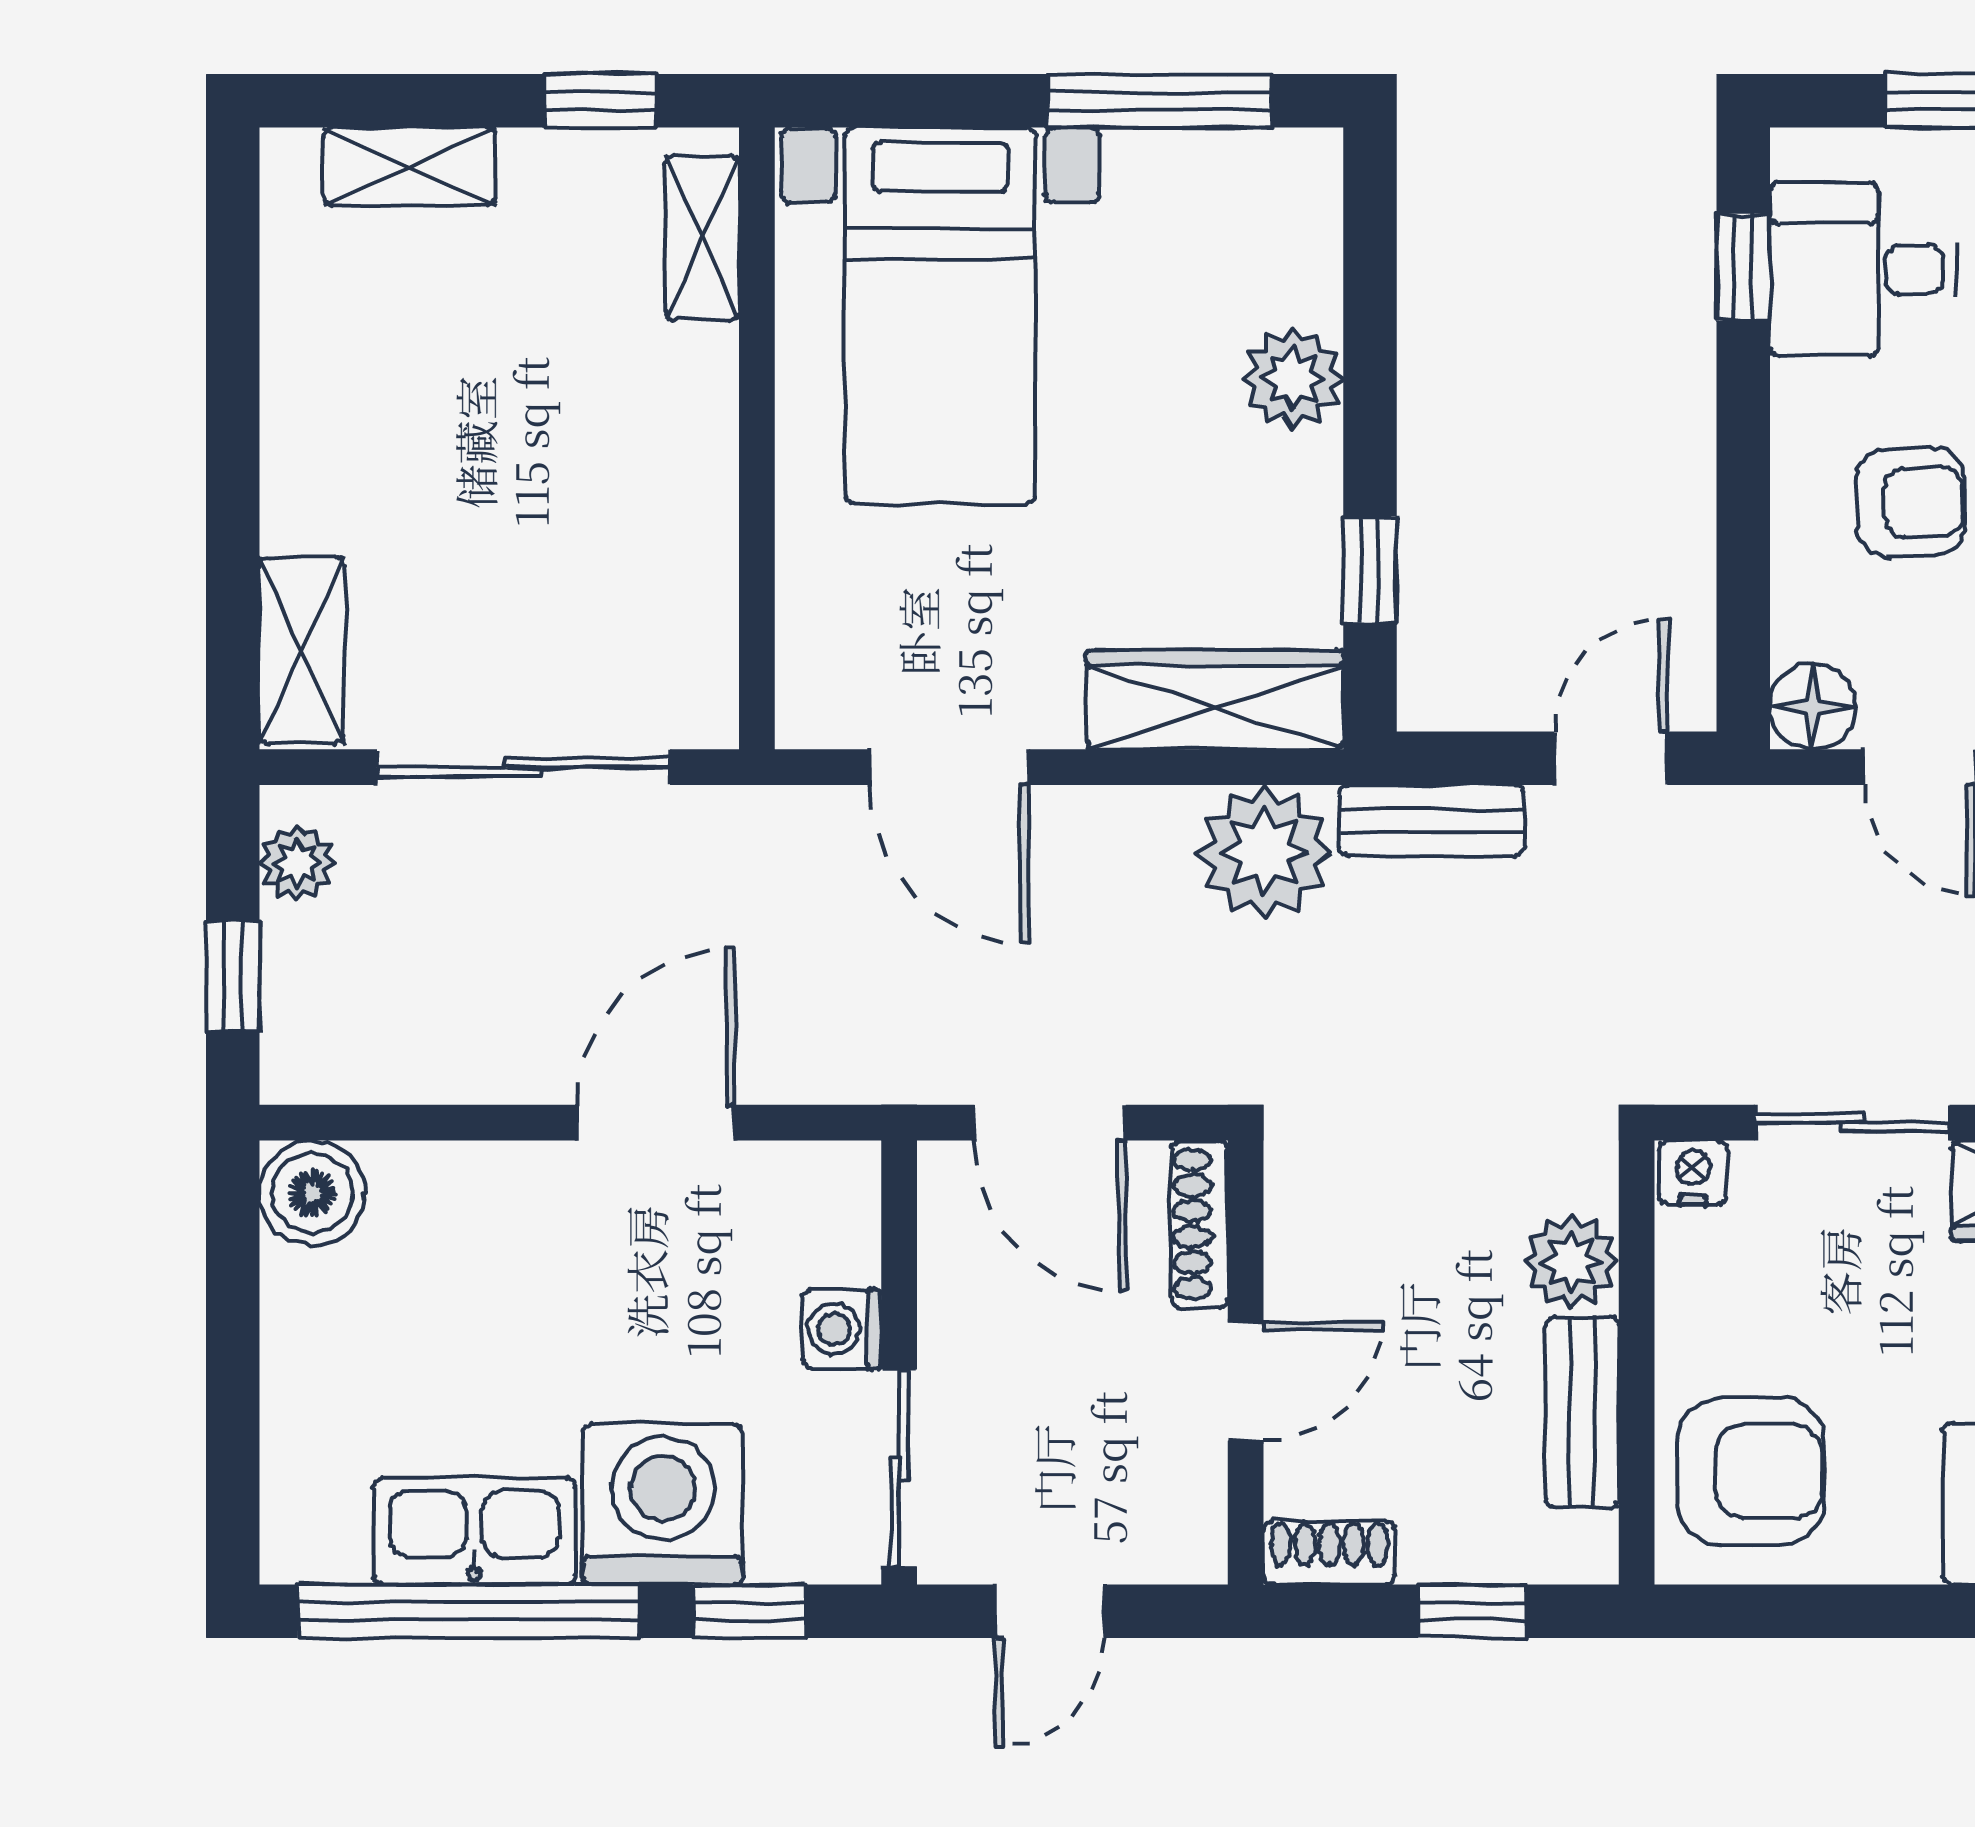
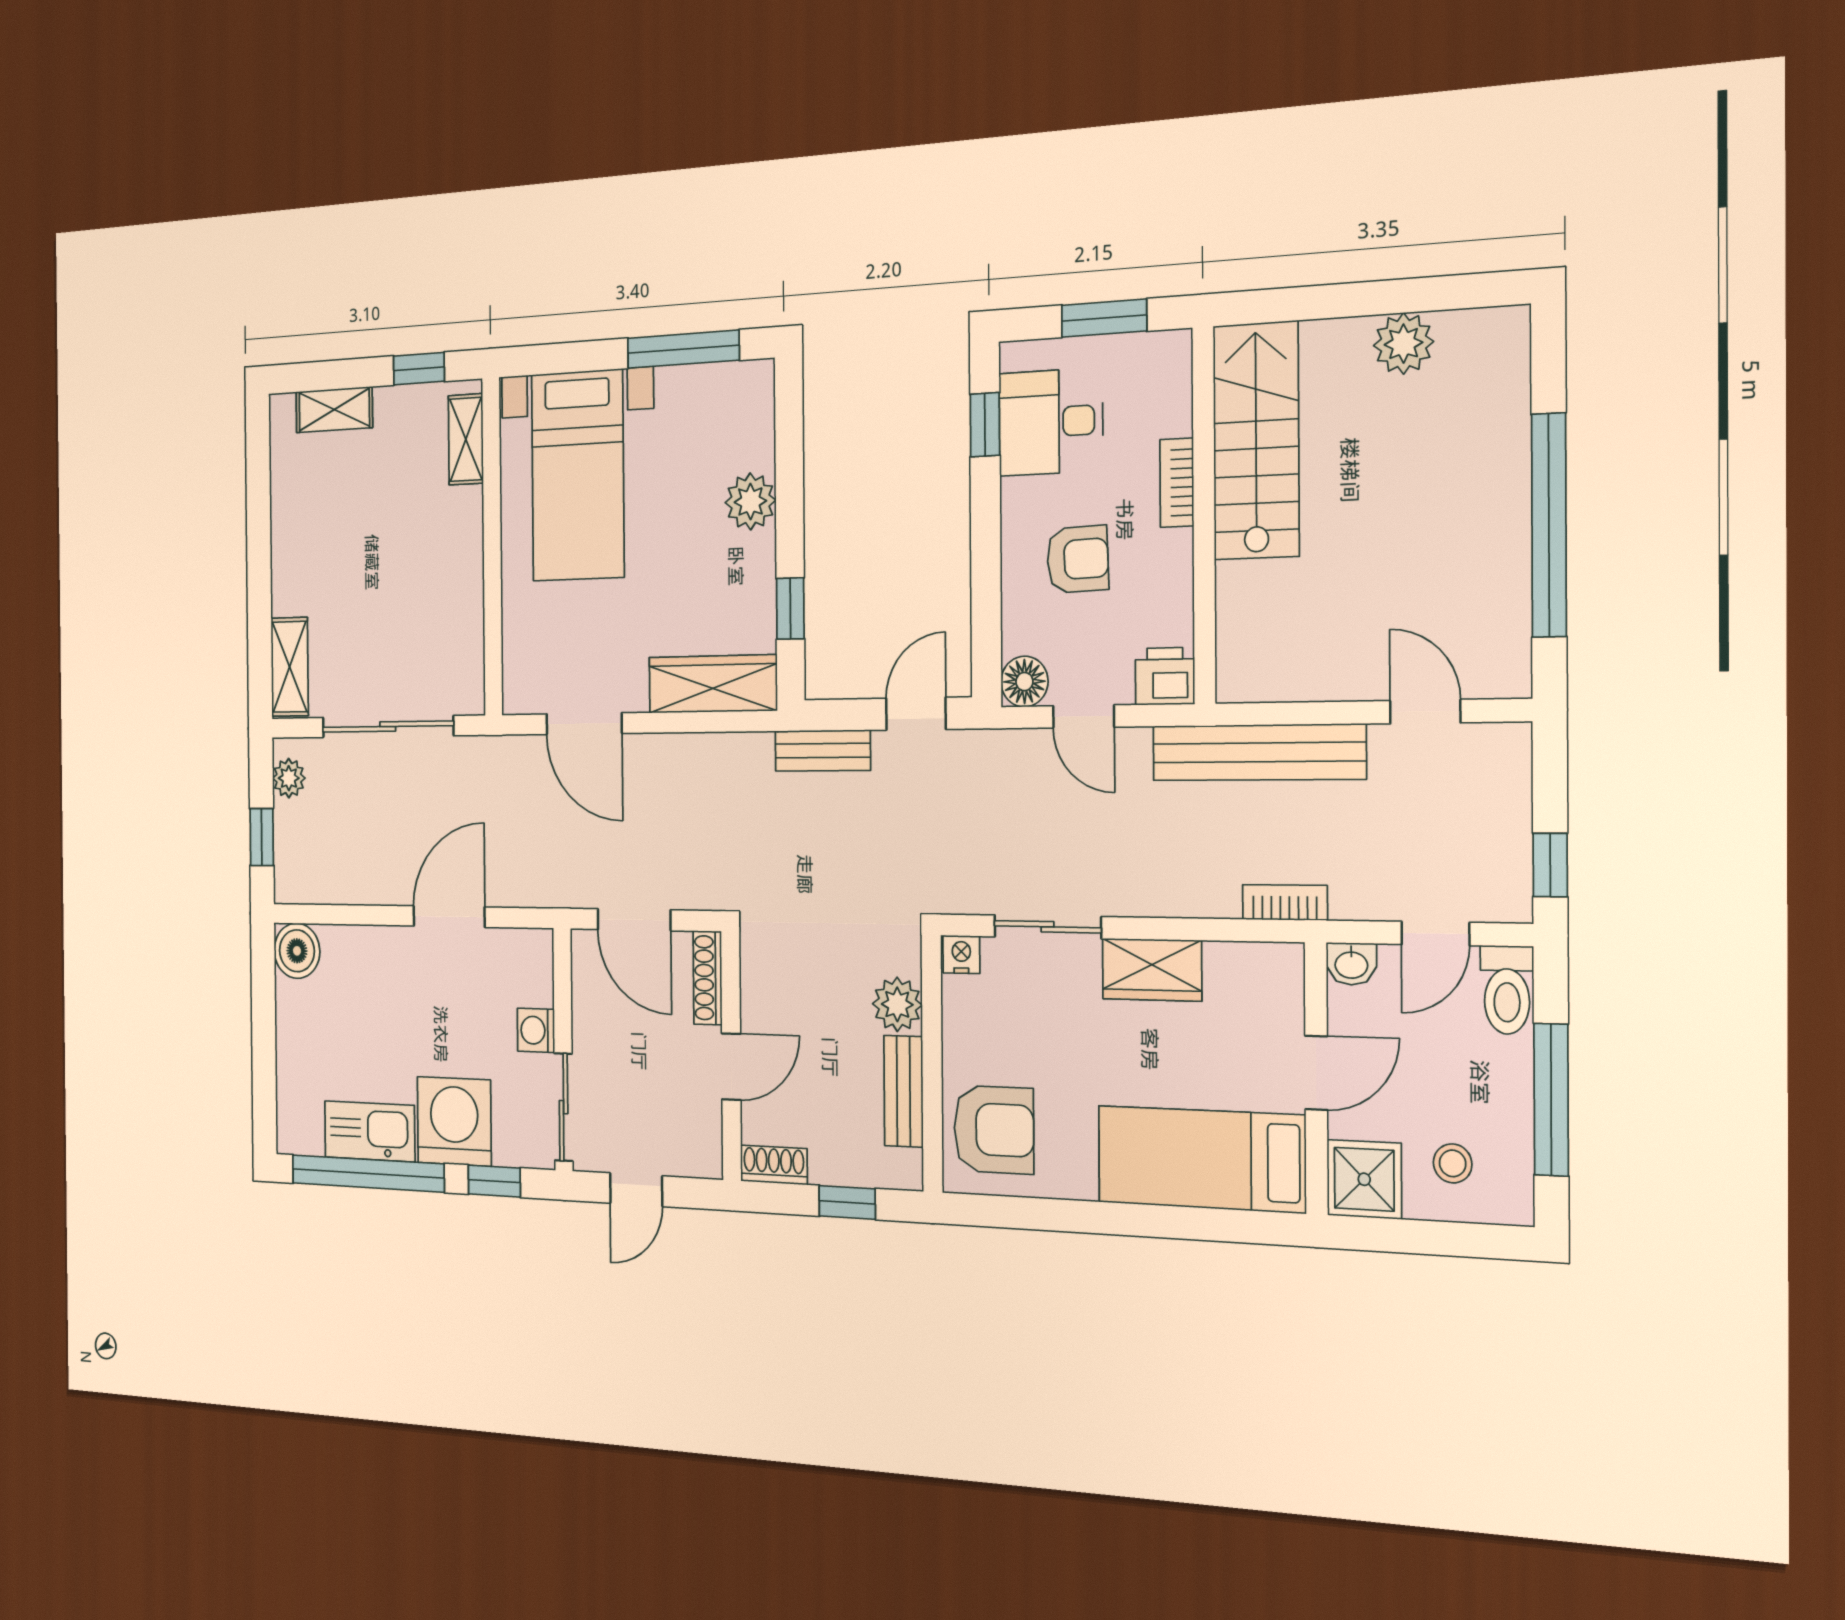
plant: (1264, 852) -> (738, 769), removed

